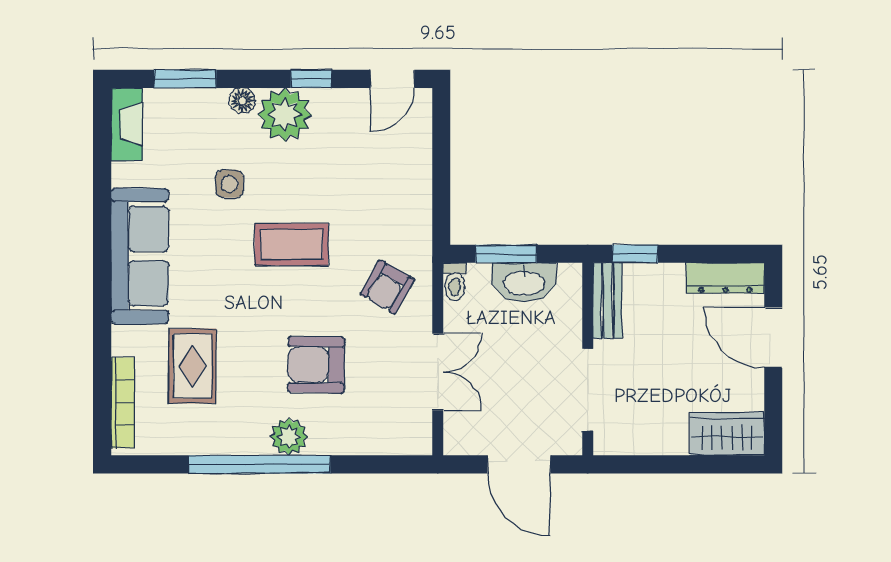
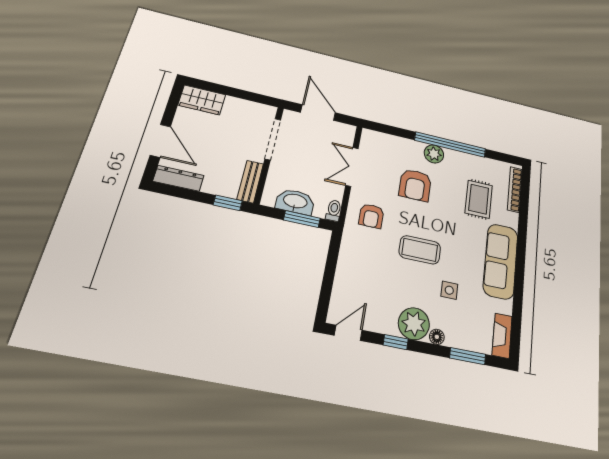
armchair: (387, 287) -> (371, 216), turned 150
armchair: (316, 365) -> (415, 185), turned 89

